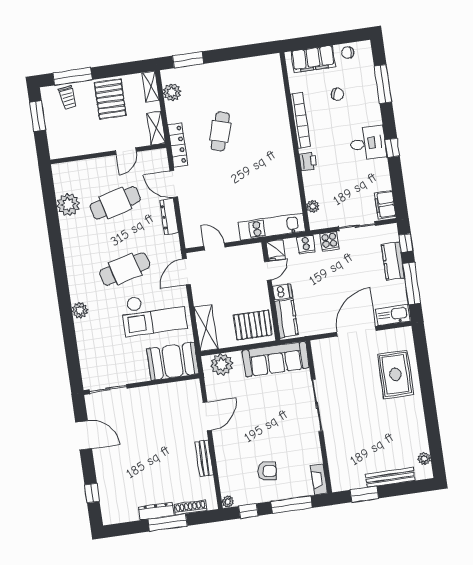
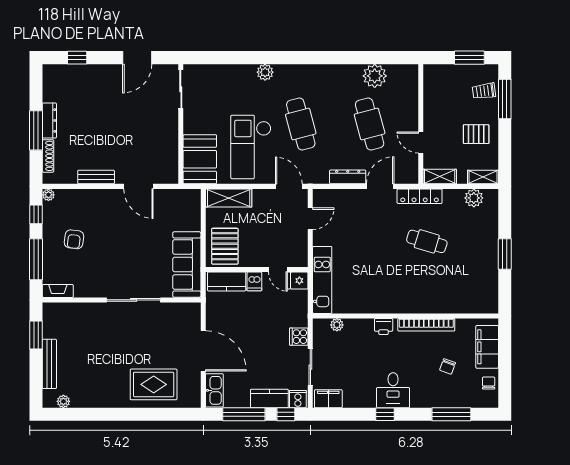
window: (188, 60) -> (505, 254), moved
pallet: (110, 99) -> (476, 134), width x0.67, depth x0.71
cooker: (306, 244) -> (298, 399), moved, turned 90
plant: (222, 365) -> (189, 209), removed

